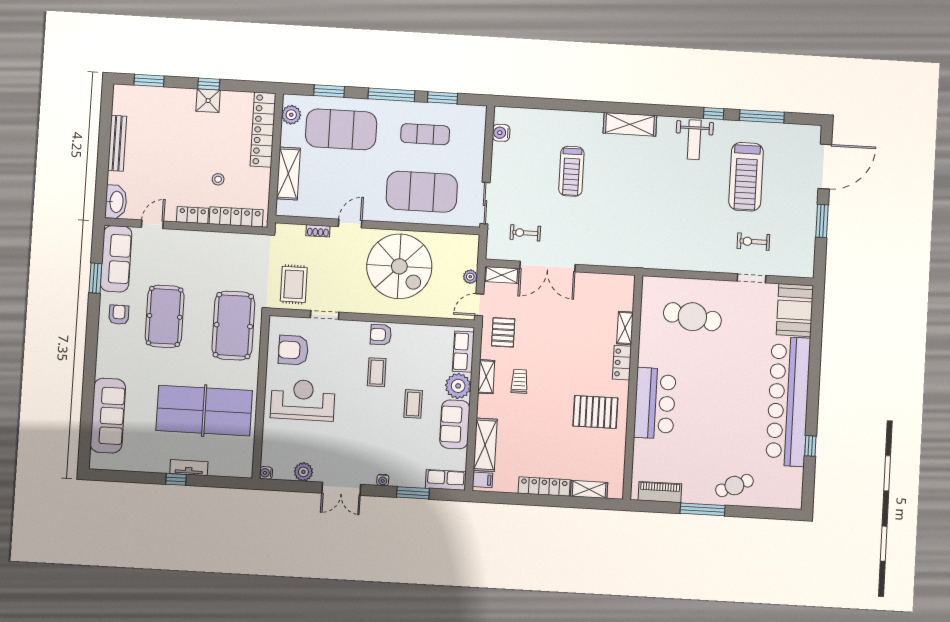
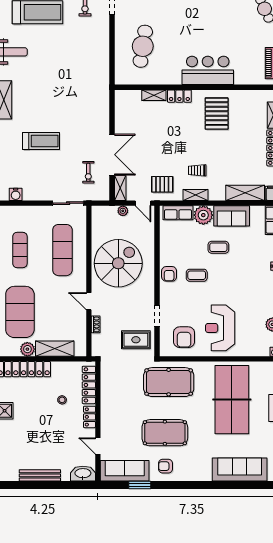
plant: (291, 115) -> (27, 349), moved
exercise mat: (422, 192) -> (62, 250), width x0.68

